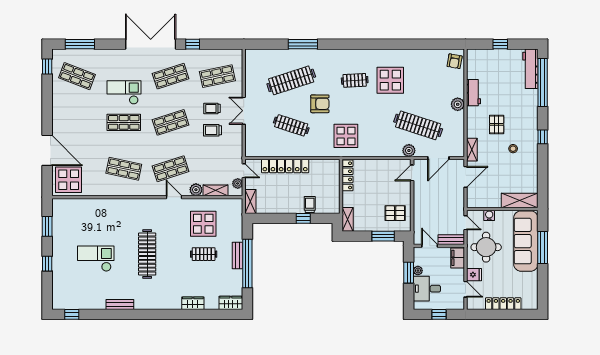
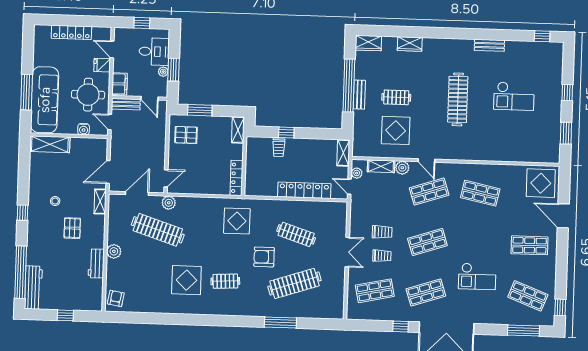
shop shelf: (124, 122) -> (530, 245), moved
door: (47, 150) -> (563, 216), width x0.73

